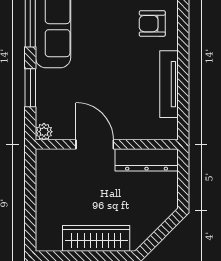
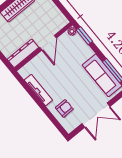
window: (30, 88) -> (84, 36), moved
door: (95, 144) -> (48, 43), hinge flipped

